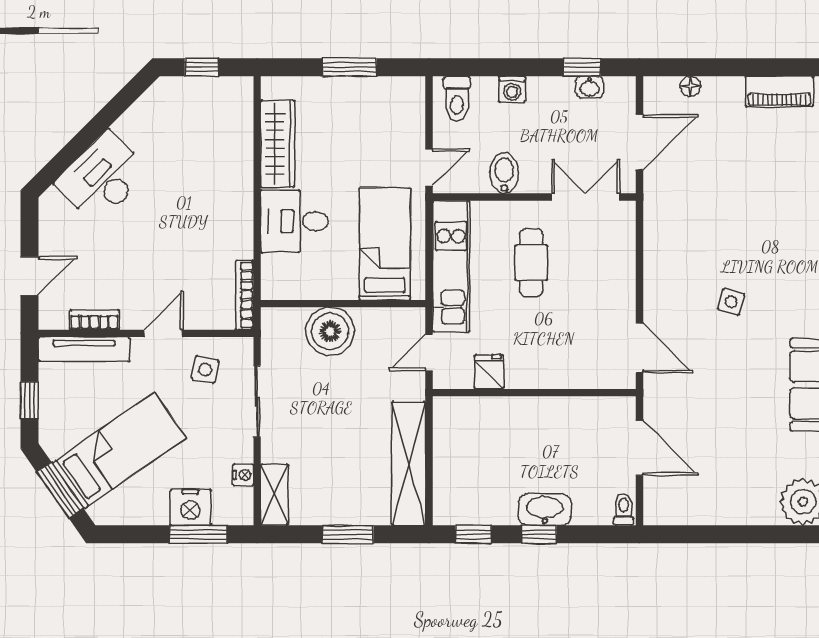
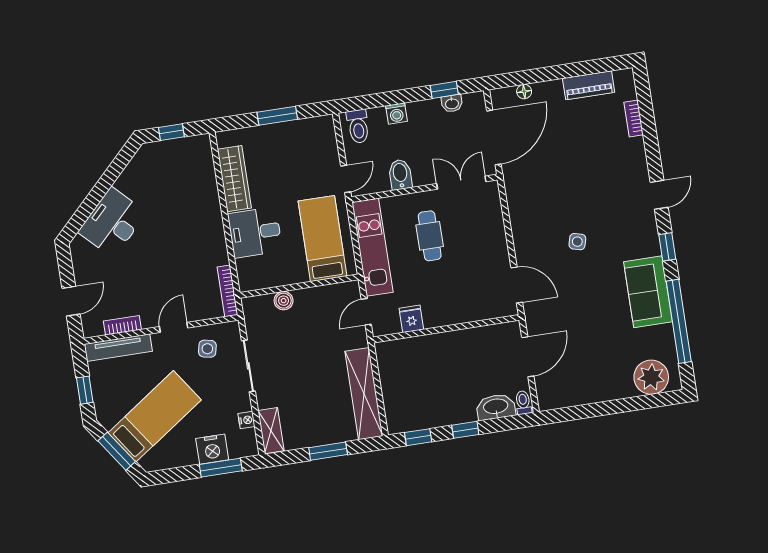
door: (640, 142) -> (494, 137), width x1.36
boiler: (330, 331) -> (284, 301), width x0.54, depth x0.54
door: (640, 448) -> (528, 357), hinge flipped
washbasin: (545, 510) -> (496, 407), moved

